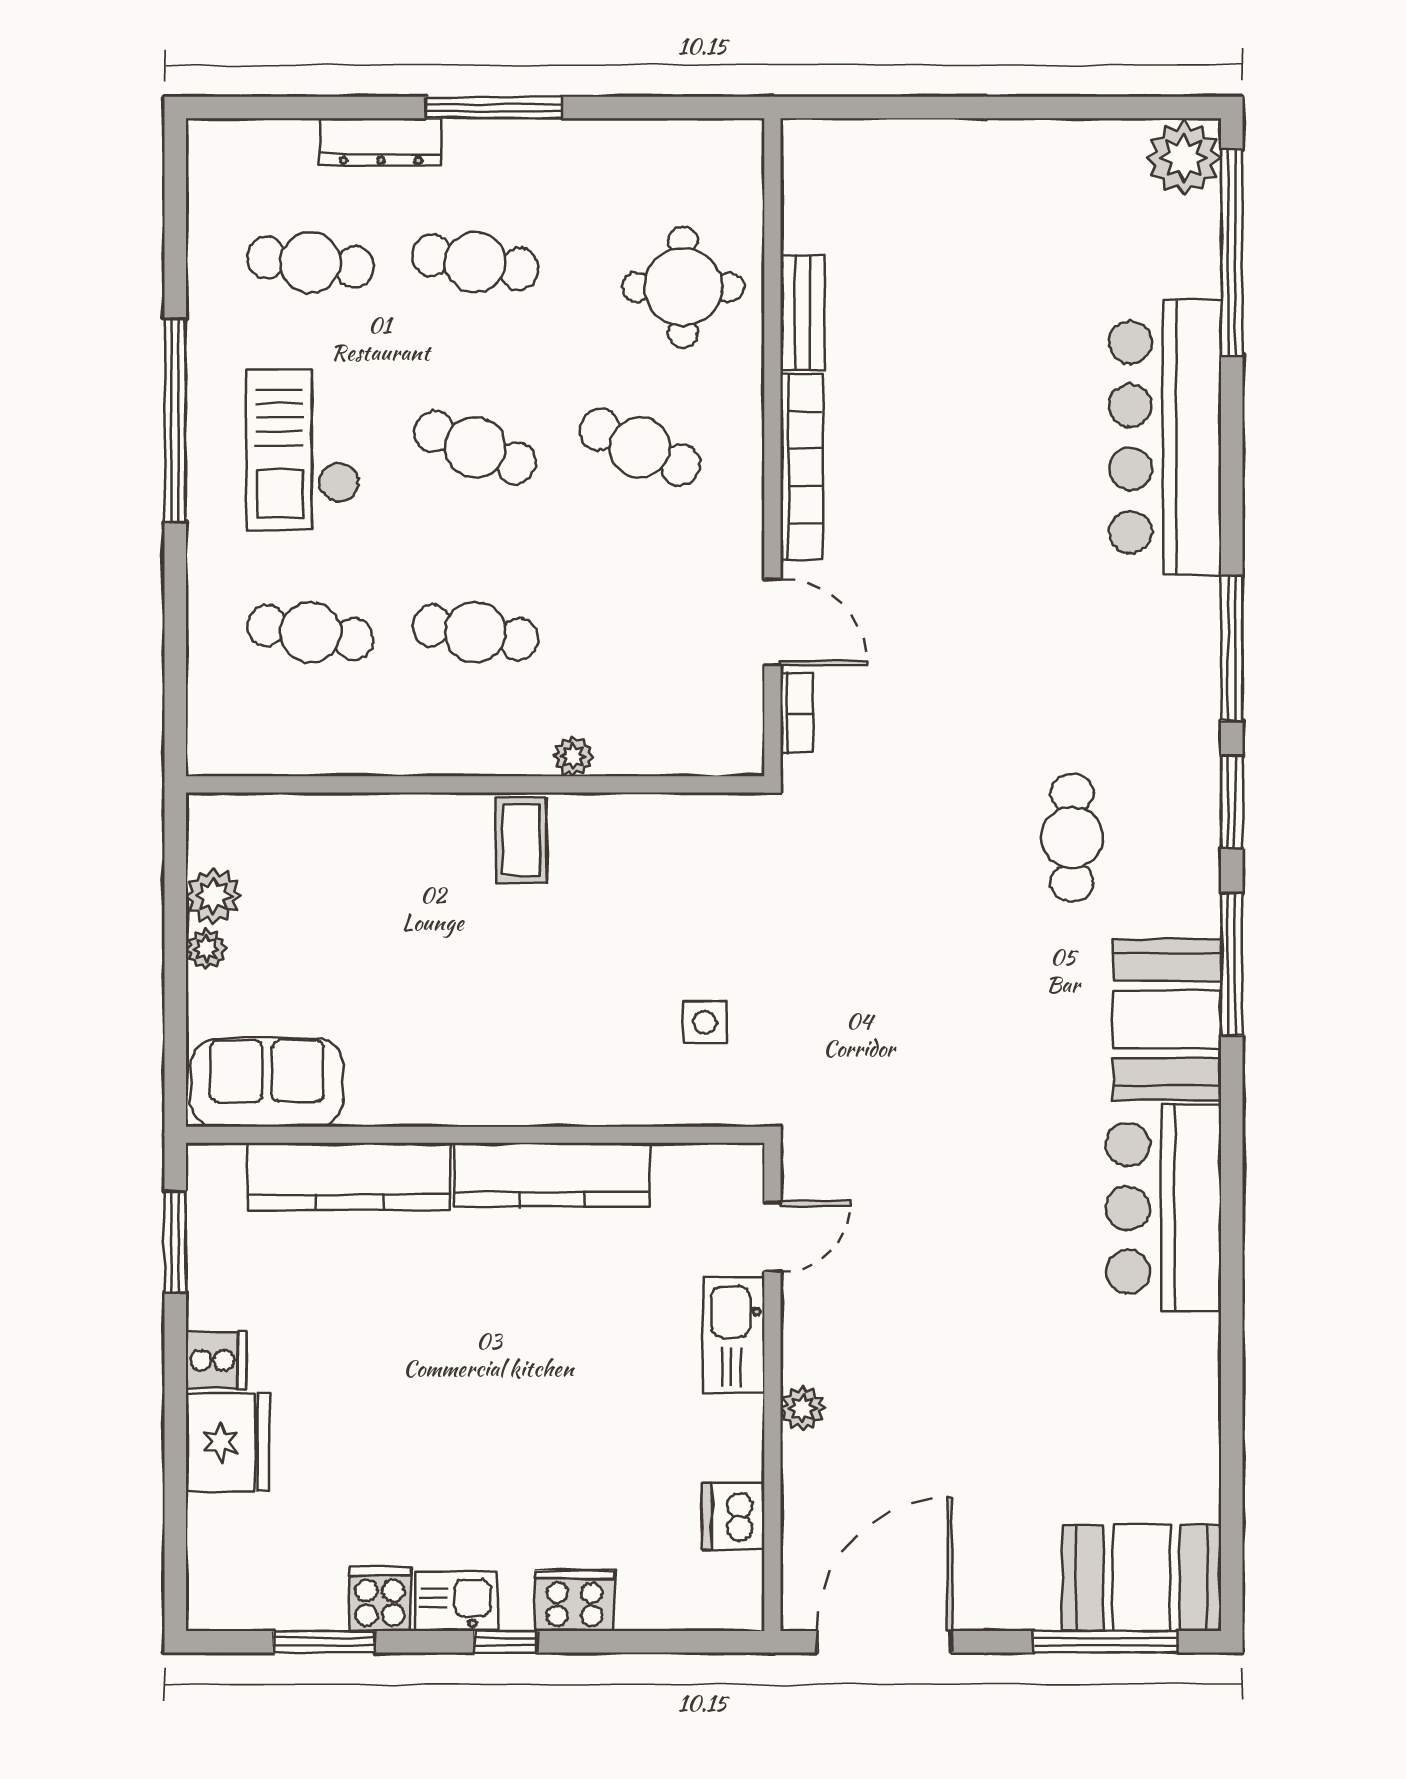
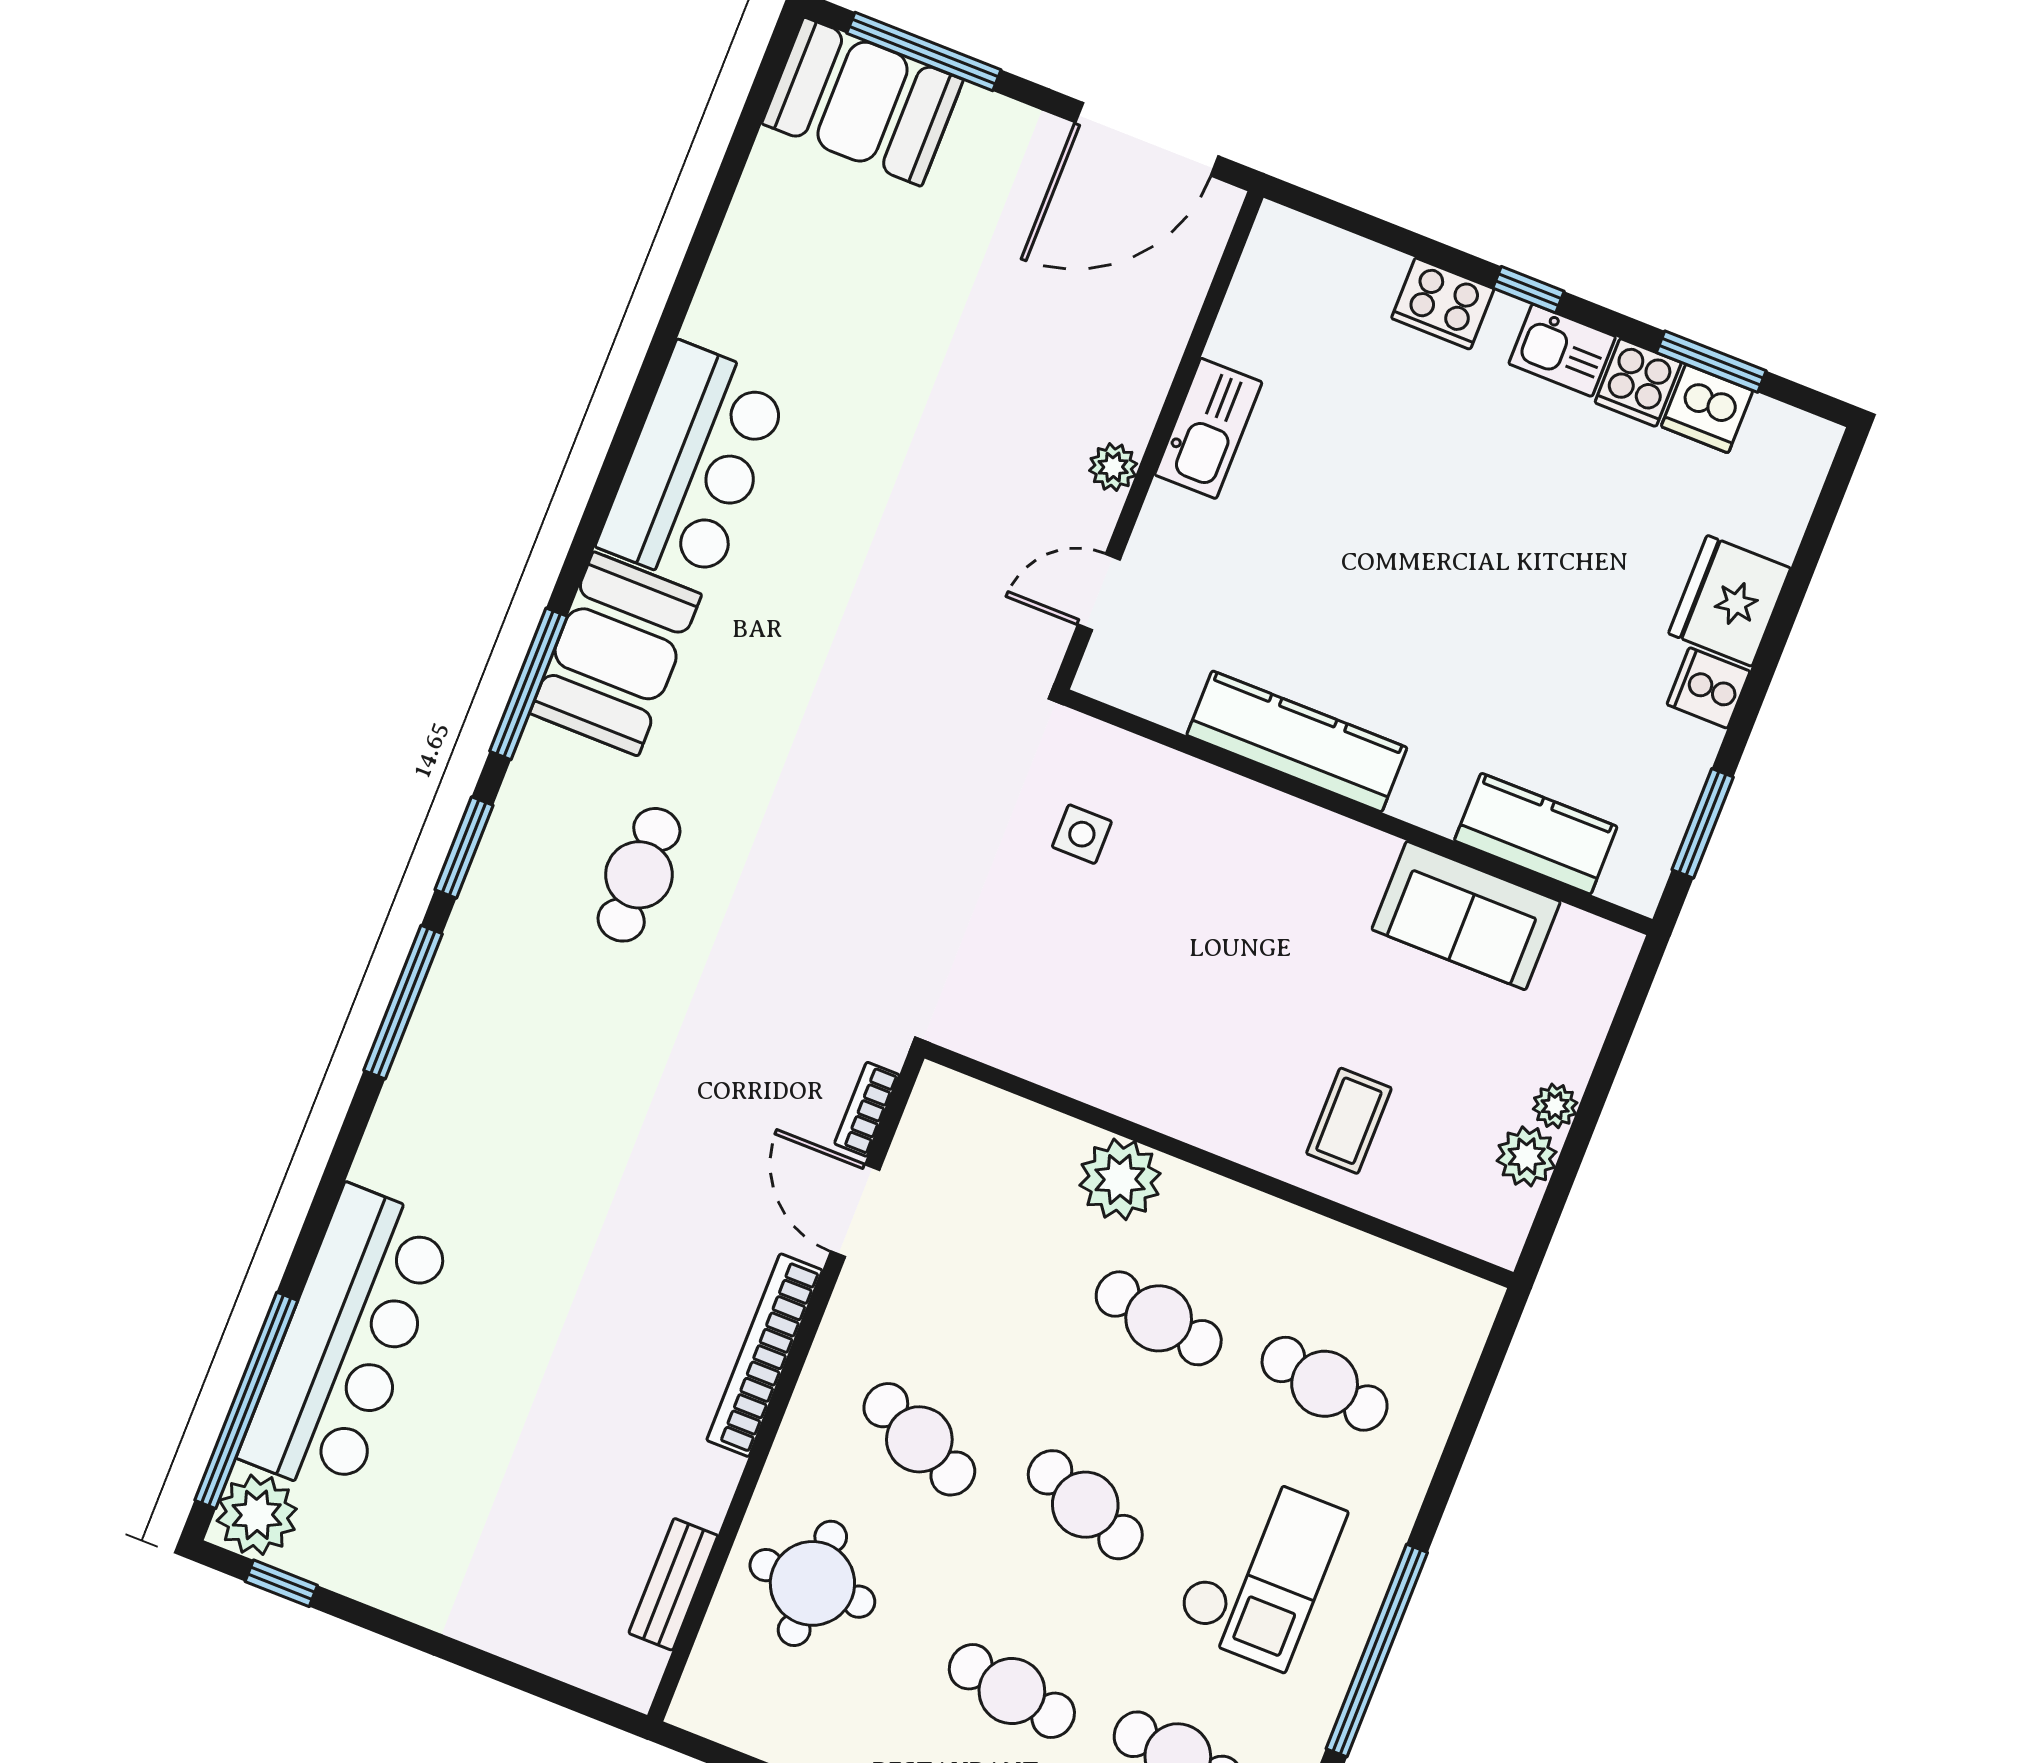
window: (1140, 107) -> (281, 1583), added
bench: (802, 313) -> (673, 1584), moved
bar counter: (1165, 437) -> (347, 1342), moved
plant: (573, 756) -> (1120, 1179), width x1.87, depth x1.87
coffee table: (521, 840) -> (1349, 1121), moved
sofa: (267, 1083) -> (1466, 916), moved
kitchen counter: (349, 1177) -> (1536, 834), width x0.67
kitchen sink: (734, 1335) -> (1208, 428), moved
plant: (803, 1408) -> (1113, 467), moved
dishwasher: (733, 1516) -> (1707, 409), moved, turned 90

